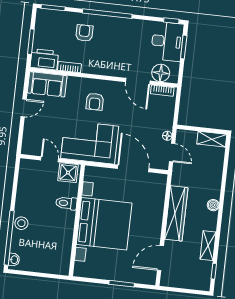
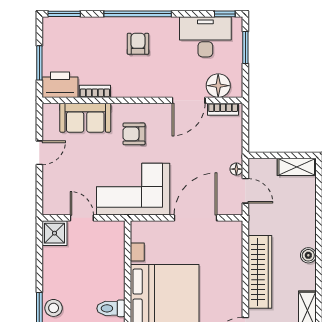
armchair: (84, 33) -> (138, 44), moved
desk: (167, 41) -> (205, 37), moved, turned -90
door: (138, 81) -> (189, 100), hinge flipped
sofa: (47, 84) -> (85, 118), moved
armchair: (95, 102) -> (134, 134), turned 90
door: (133, 168) -> (196, 218), hinge flipped
shower: (68, 173) -> (55, 233), moved
toilet: (66, 203) -> (111, 308), moved

